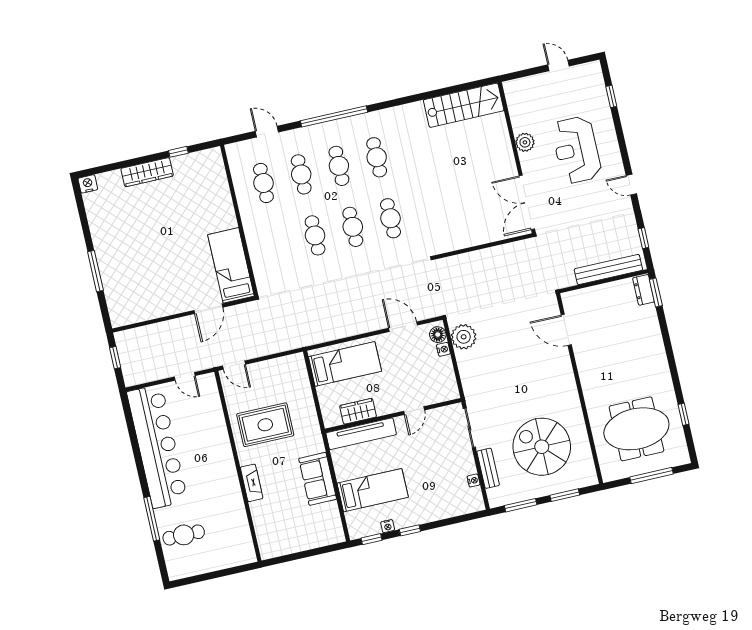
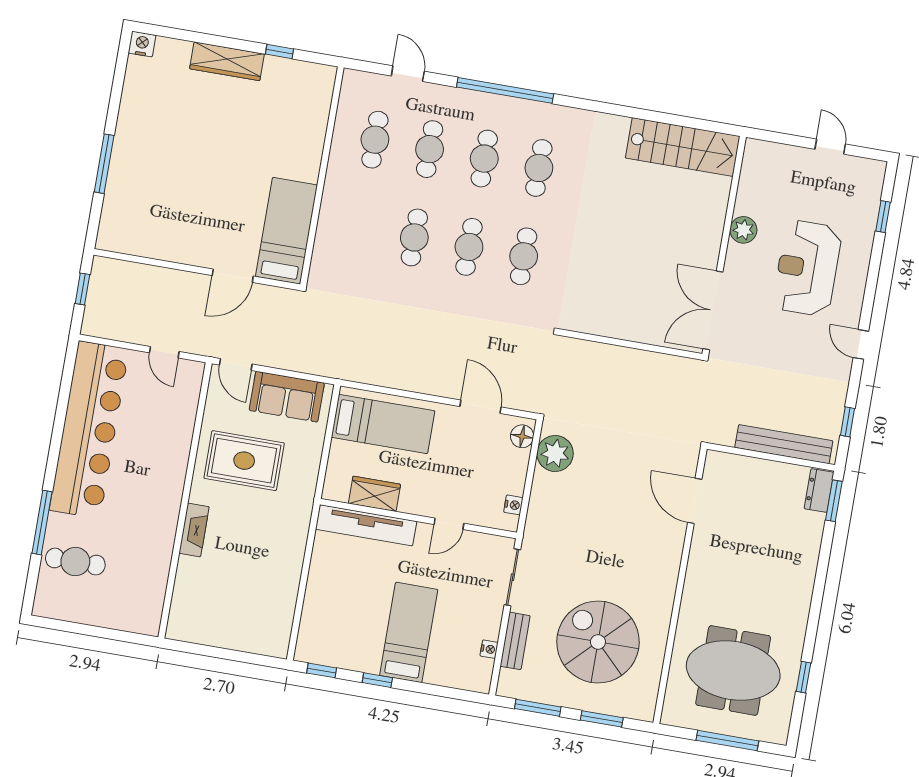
nightstand: (443, 349) -> (513, 505), moved
sofa: (318, 479) -> (287, 397), moved, turned -90
bed: (373, 490) -> (409, 632), moved, turned -90
nightstand: (388, 526) -> (350, 662), removed

